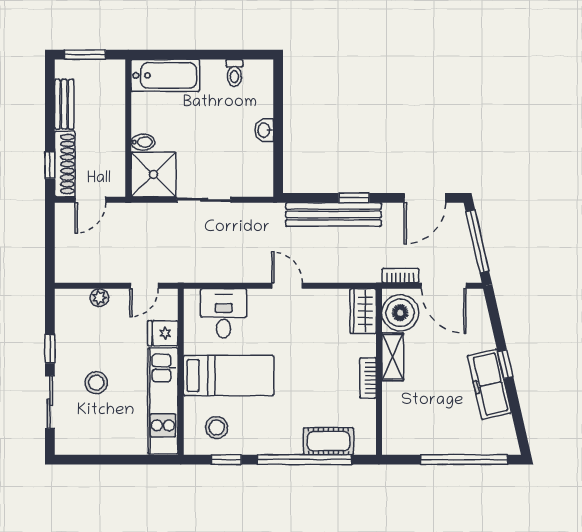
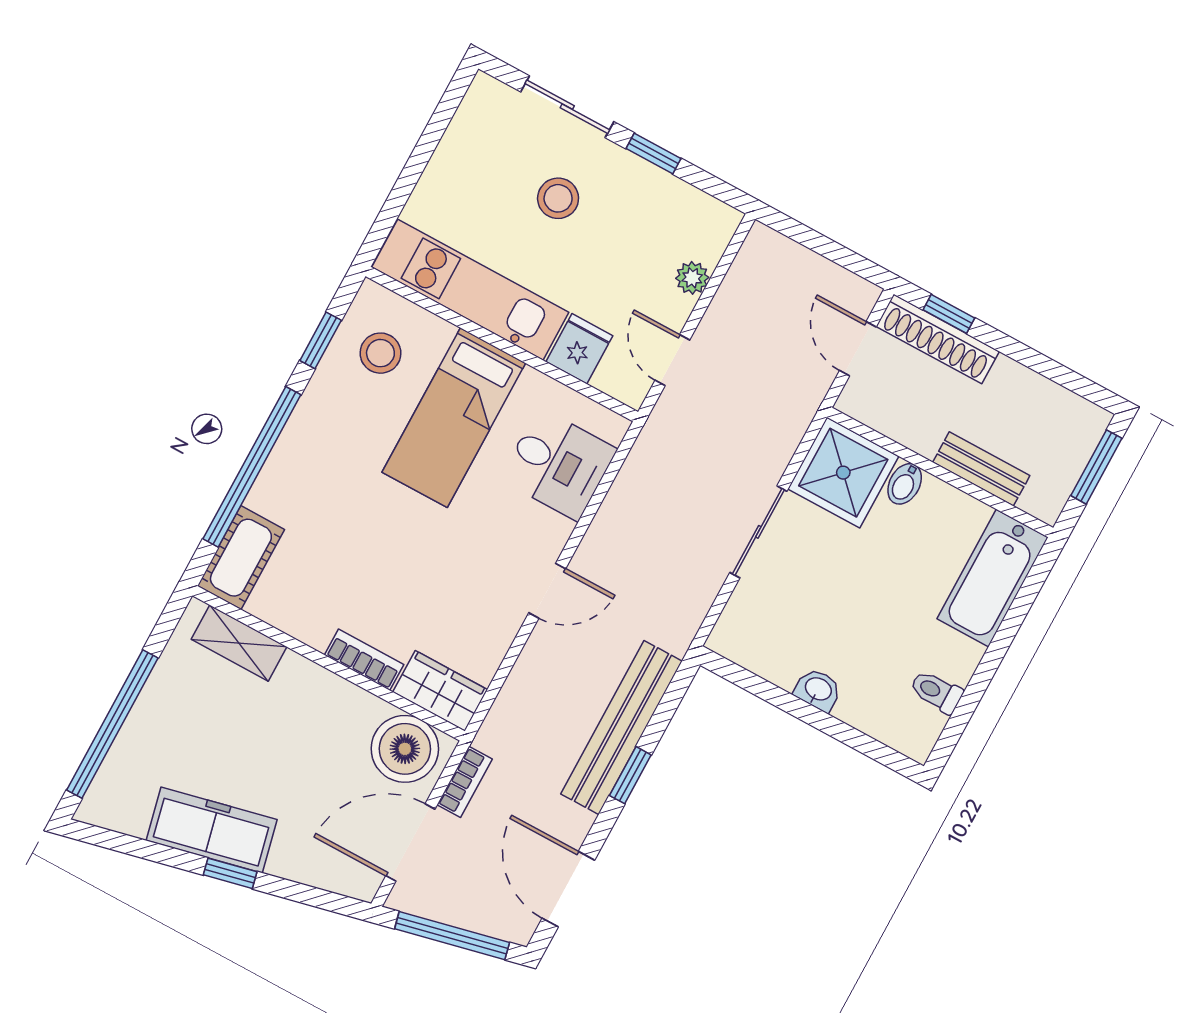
bench: (64, 104) -> (981, 469), moved
shelving: (393, 357) -> (239, 643), moved
bookcase: (368, 378) -> (364, 660), moved
cot: (329, 441) -> (241, 558), moved

